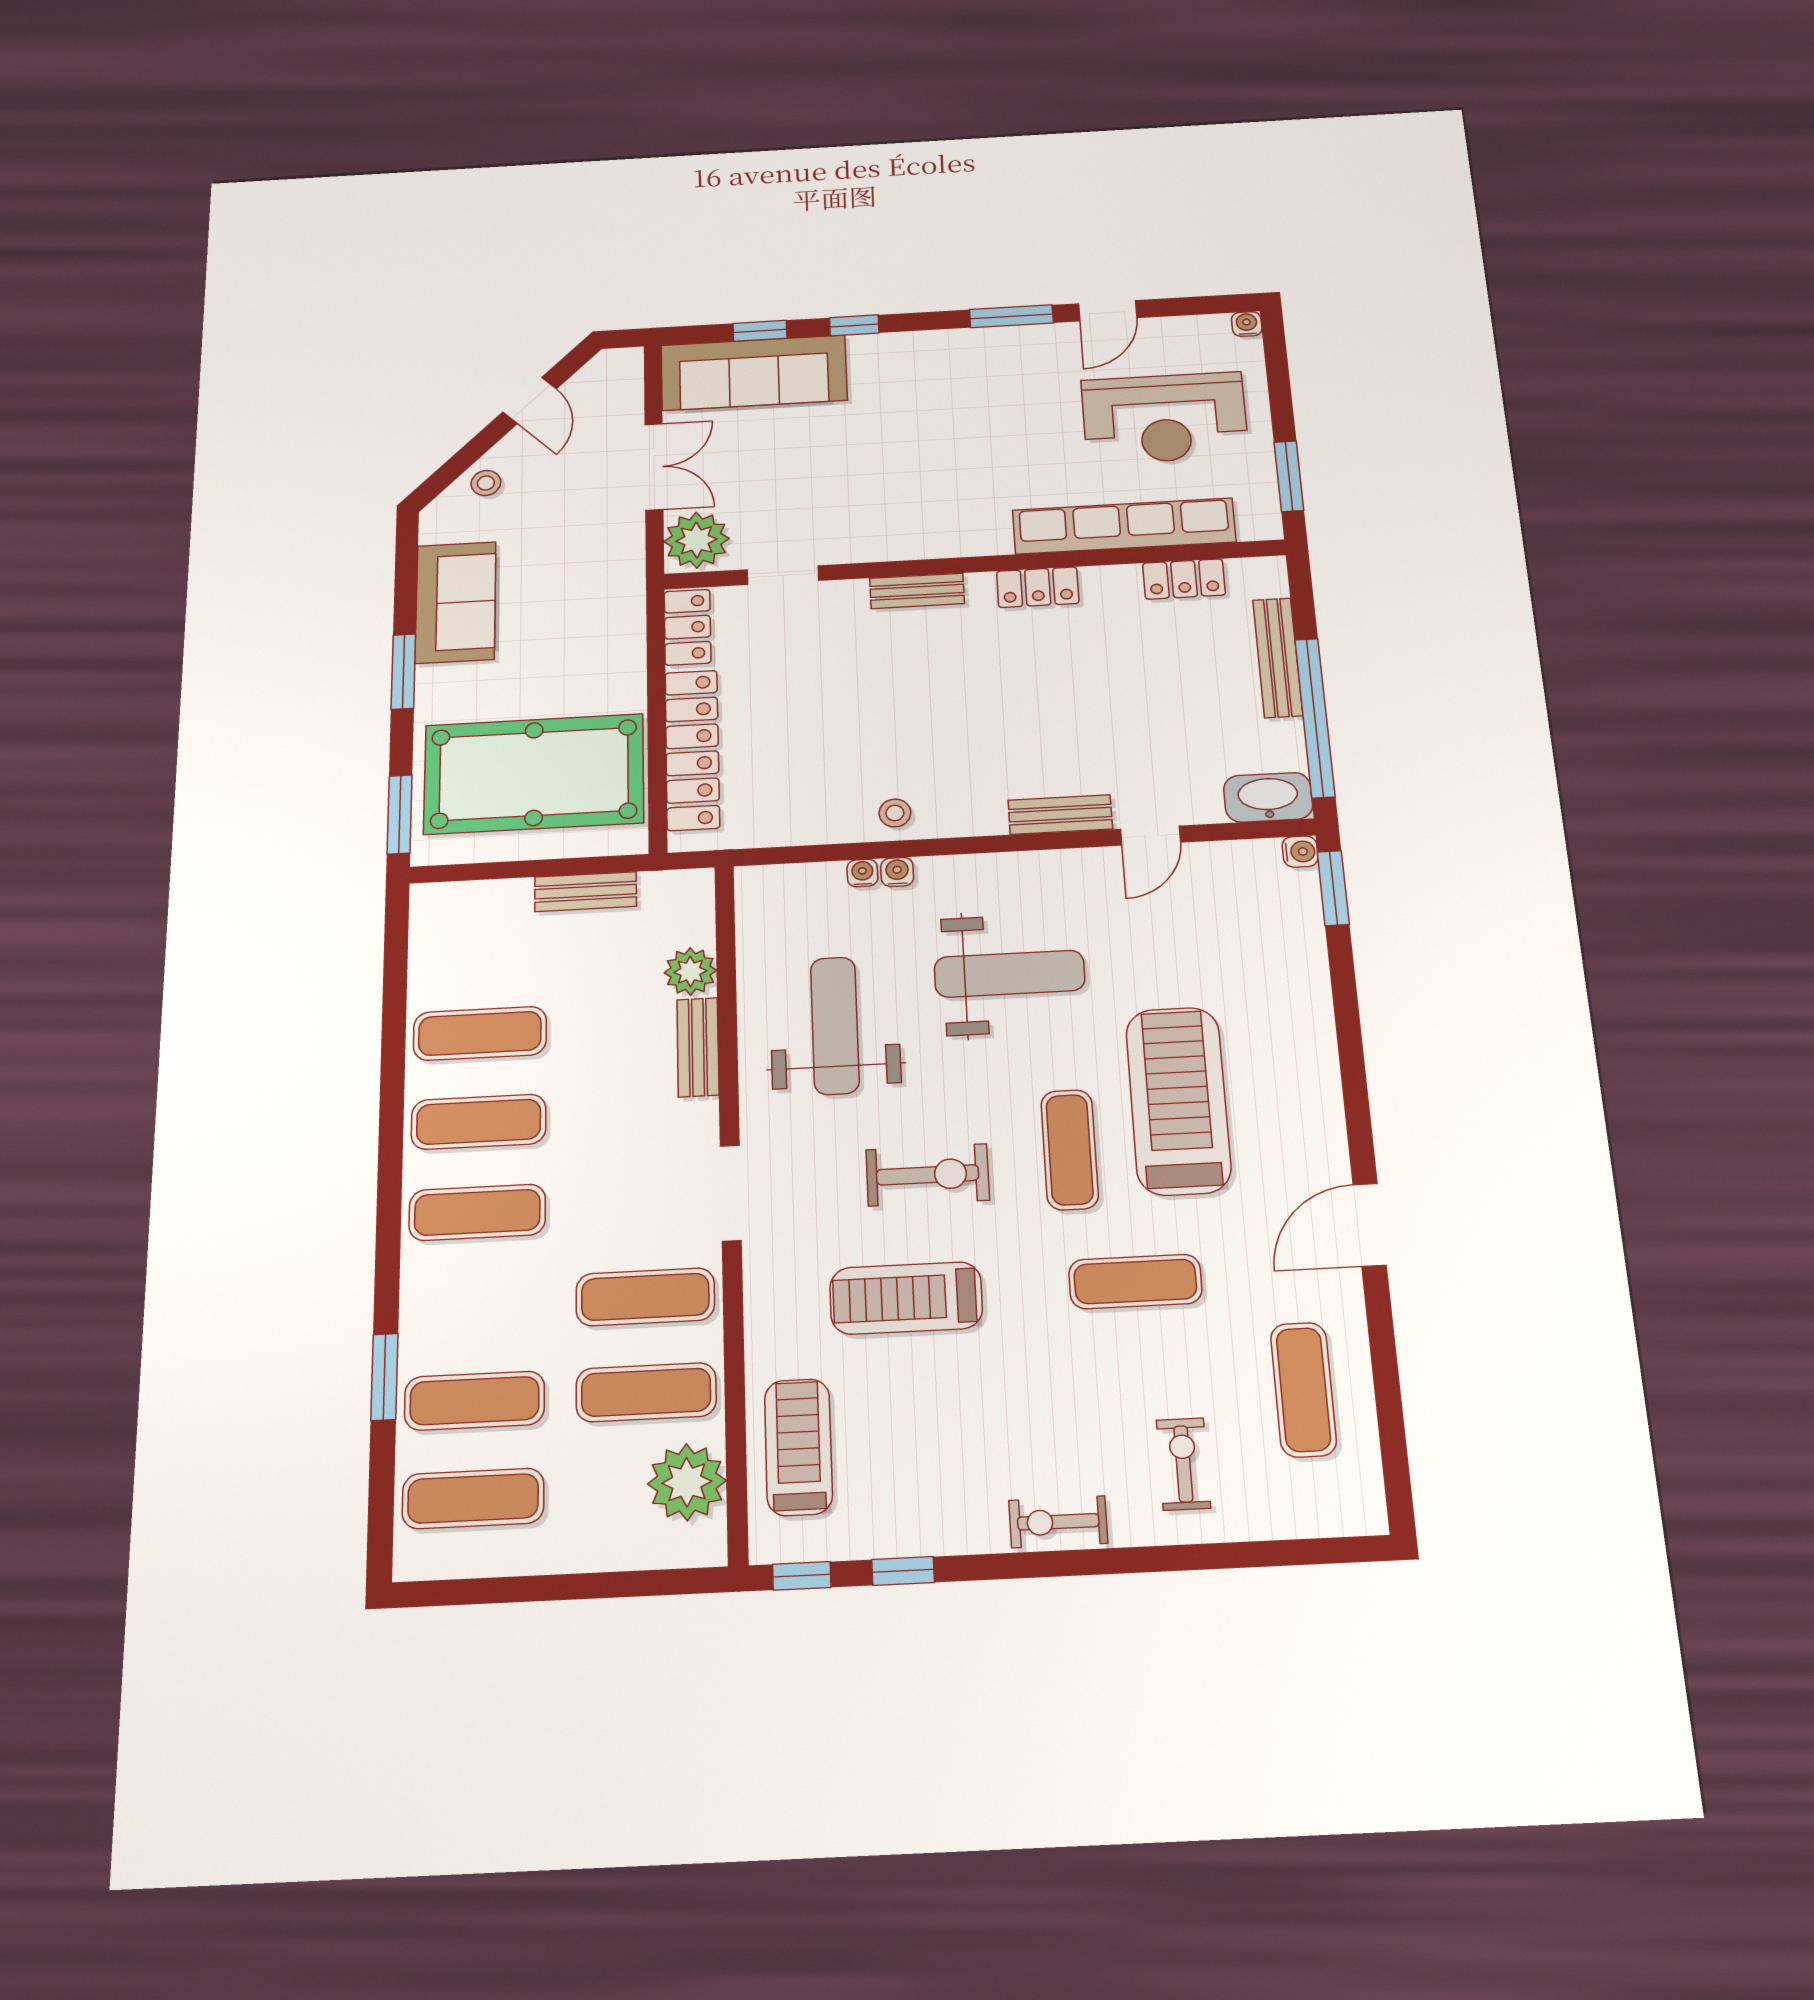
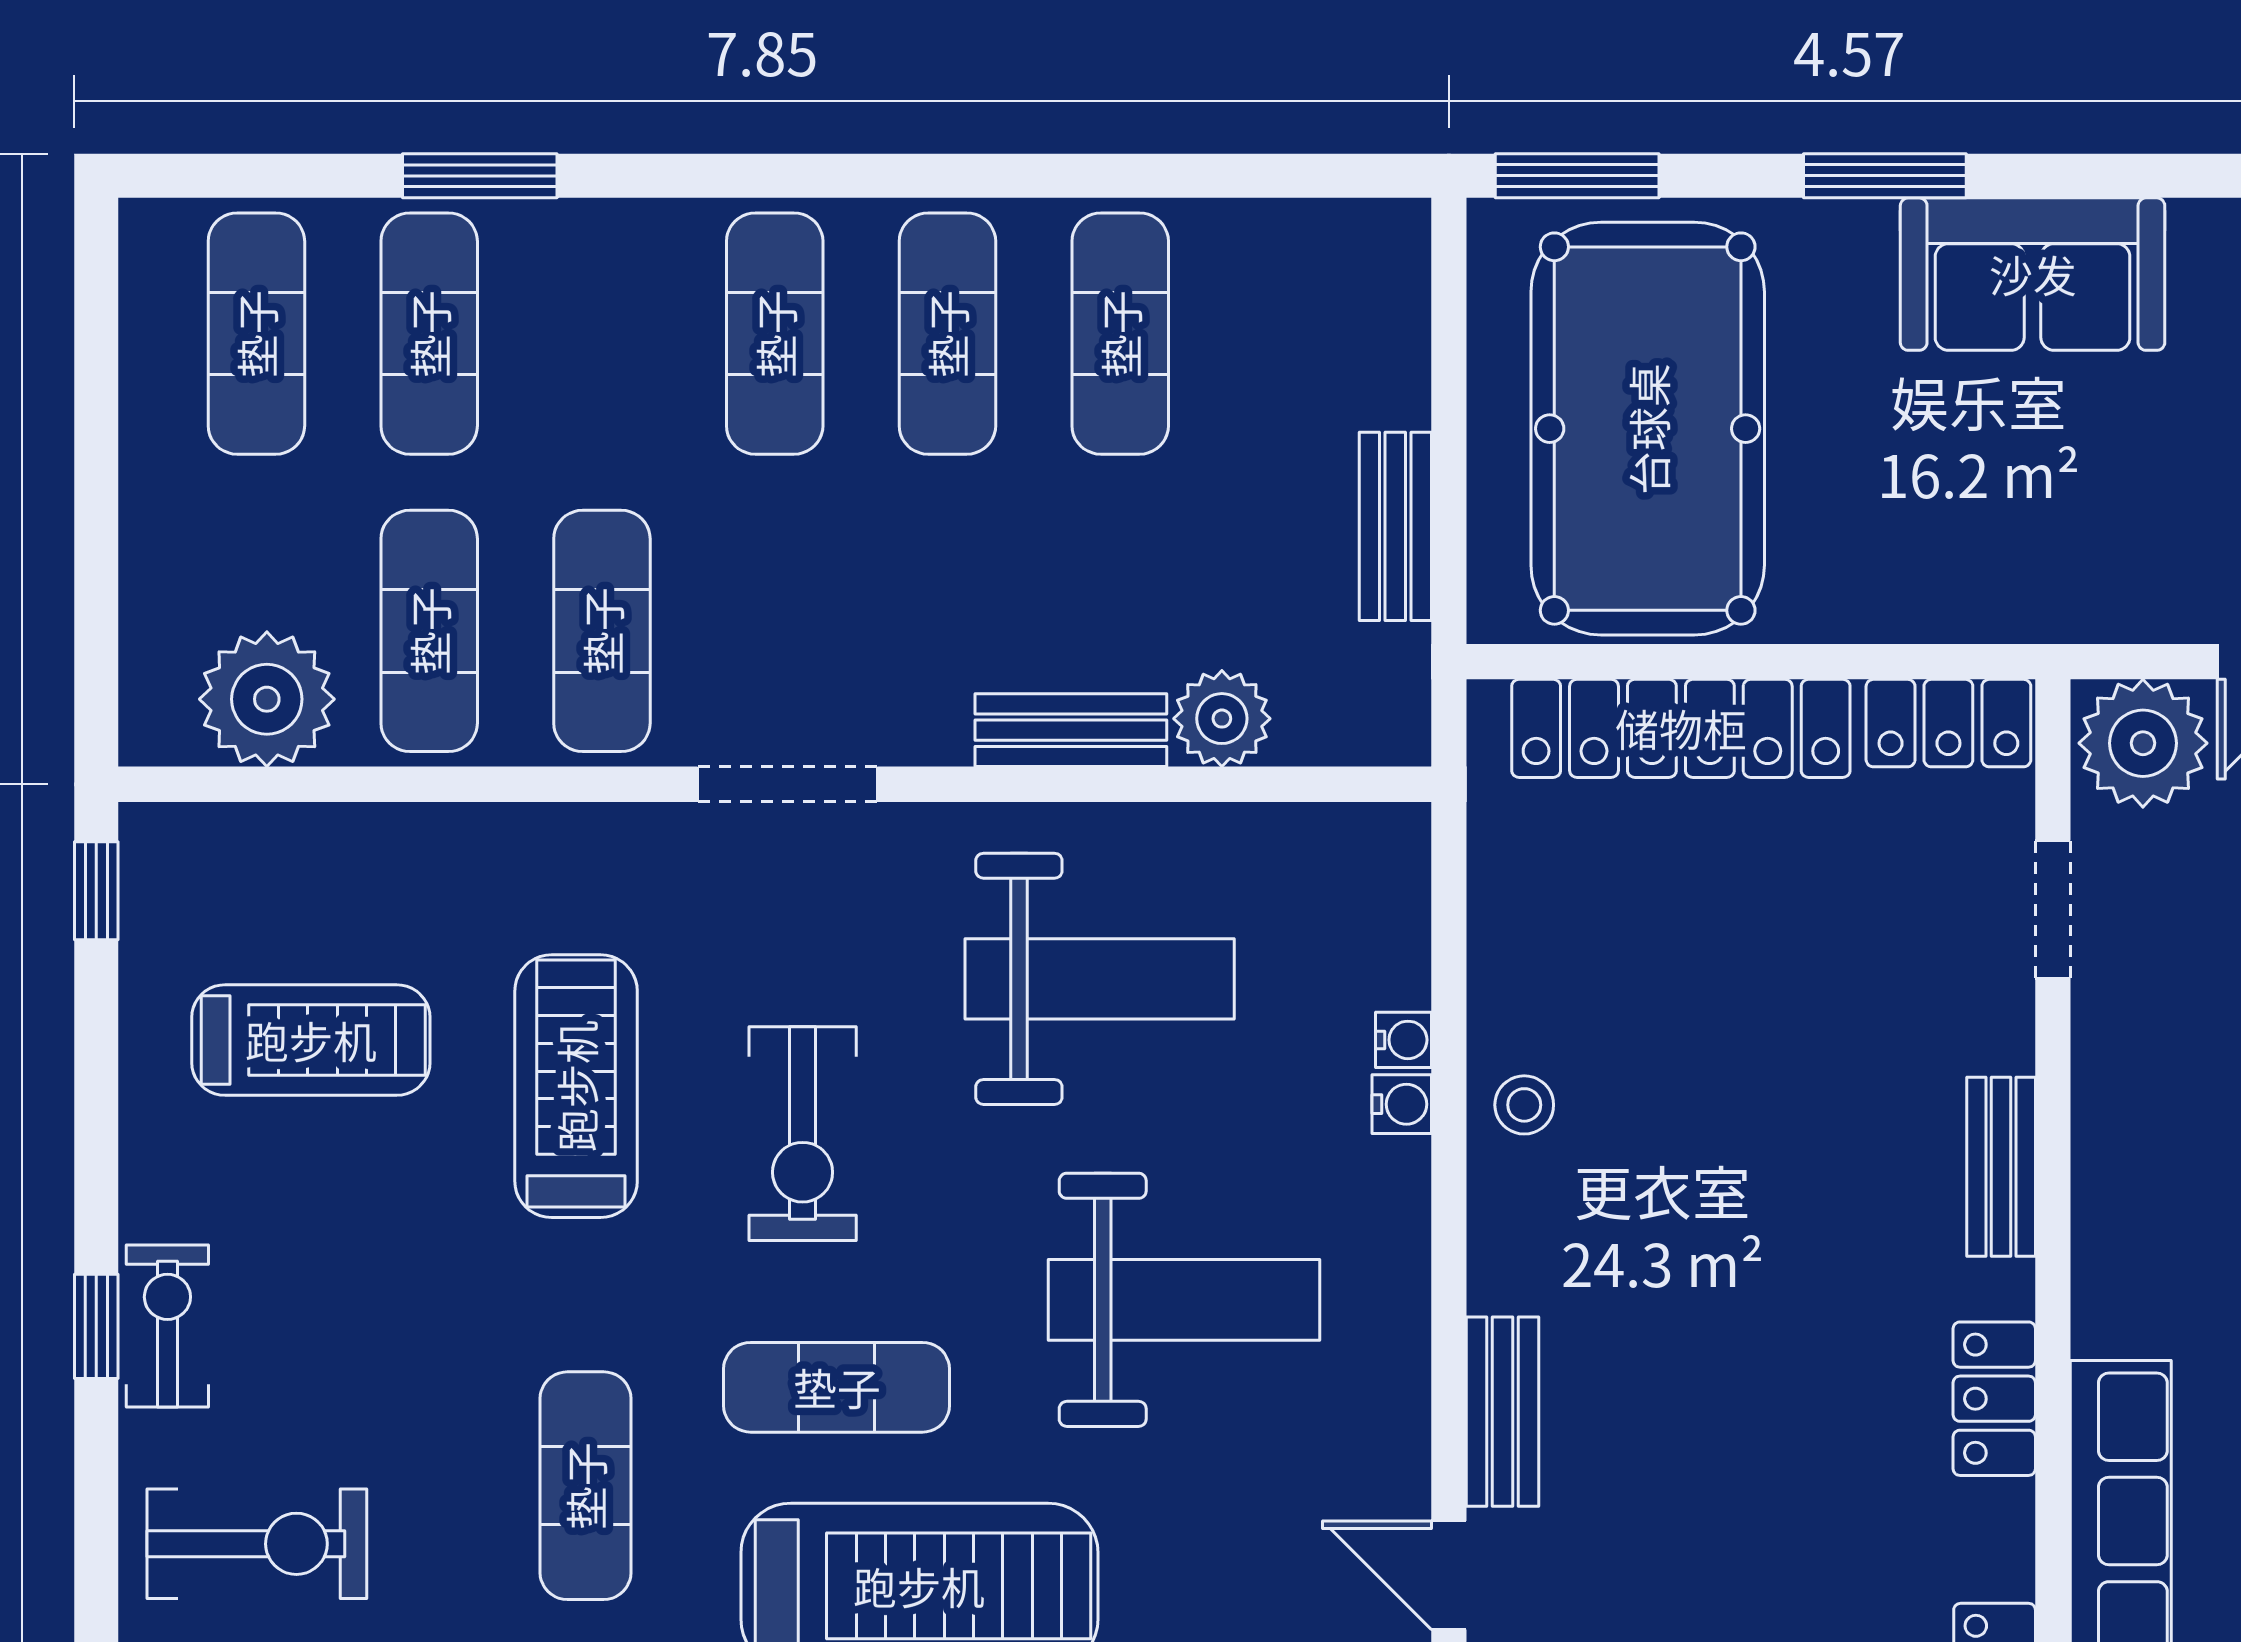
weight bench: (1010, 974) -> (1184, 1300), turned -90
treadmill: (798, 1447) -> (311, 1040), moved
exercise bike: (1183, 1464) -> (257, 1544), width x1.38, depth x1.39
window: (903, 1571) -> (96, 1326), moved

